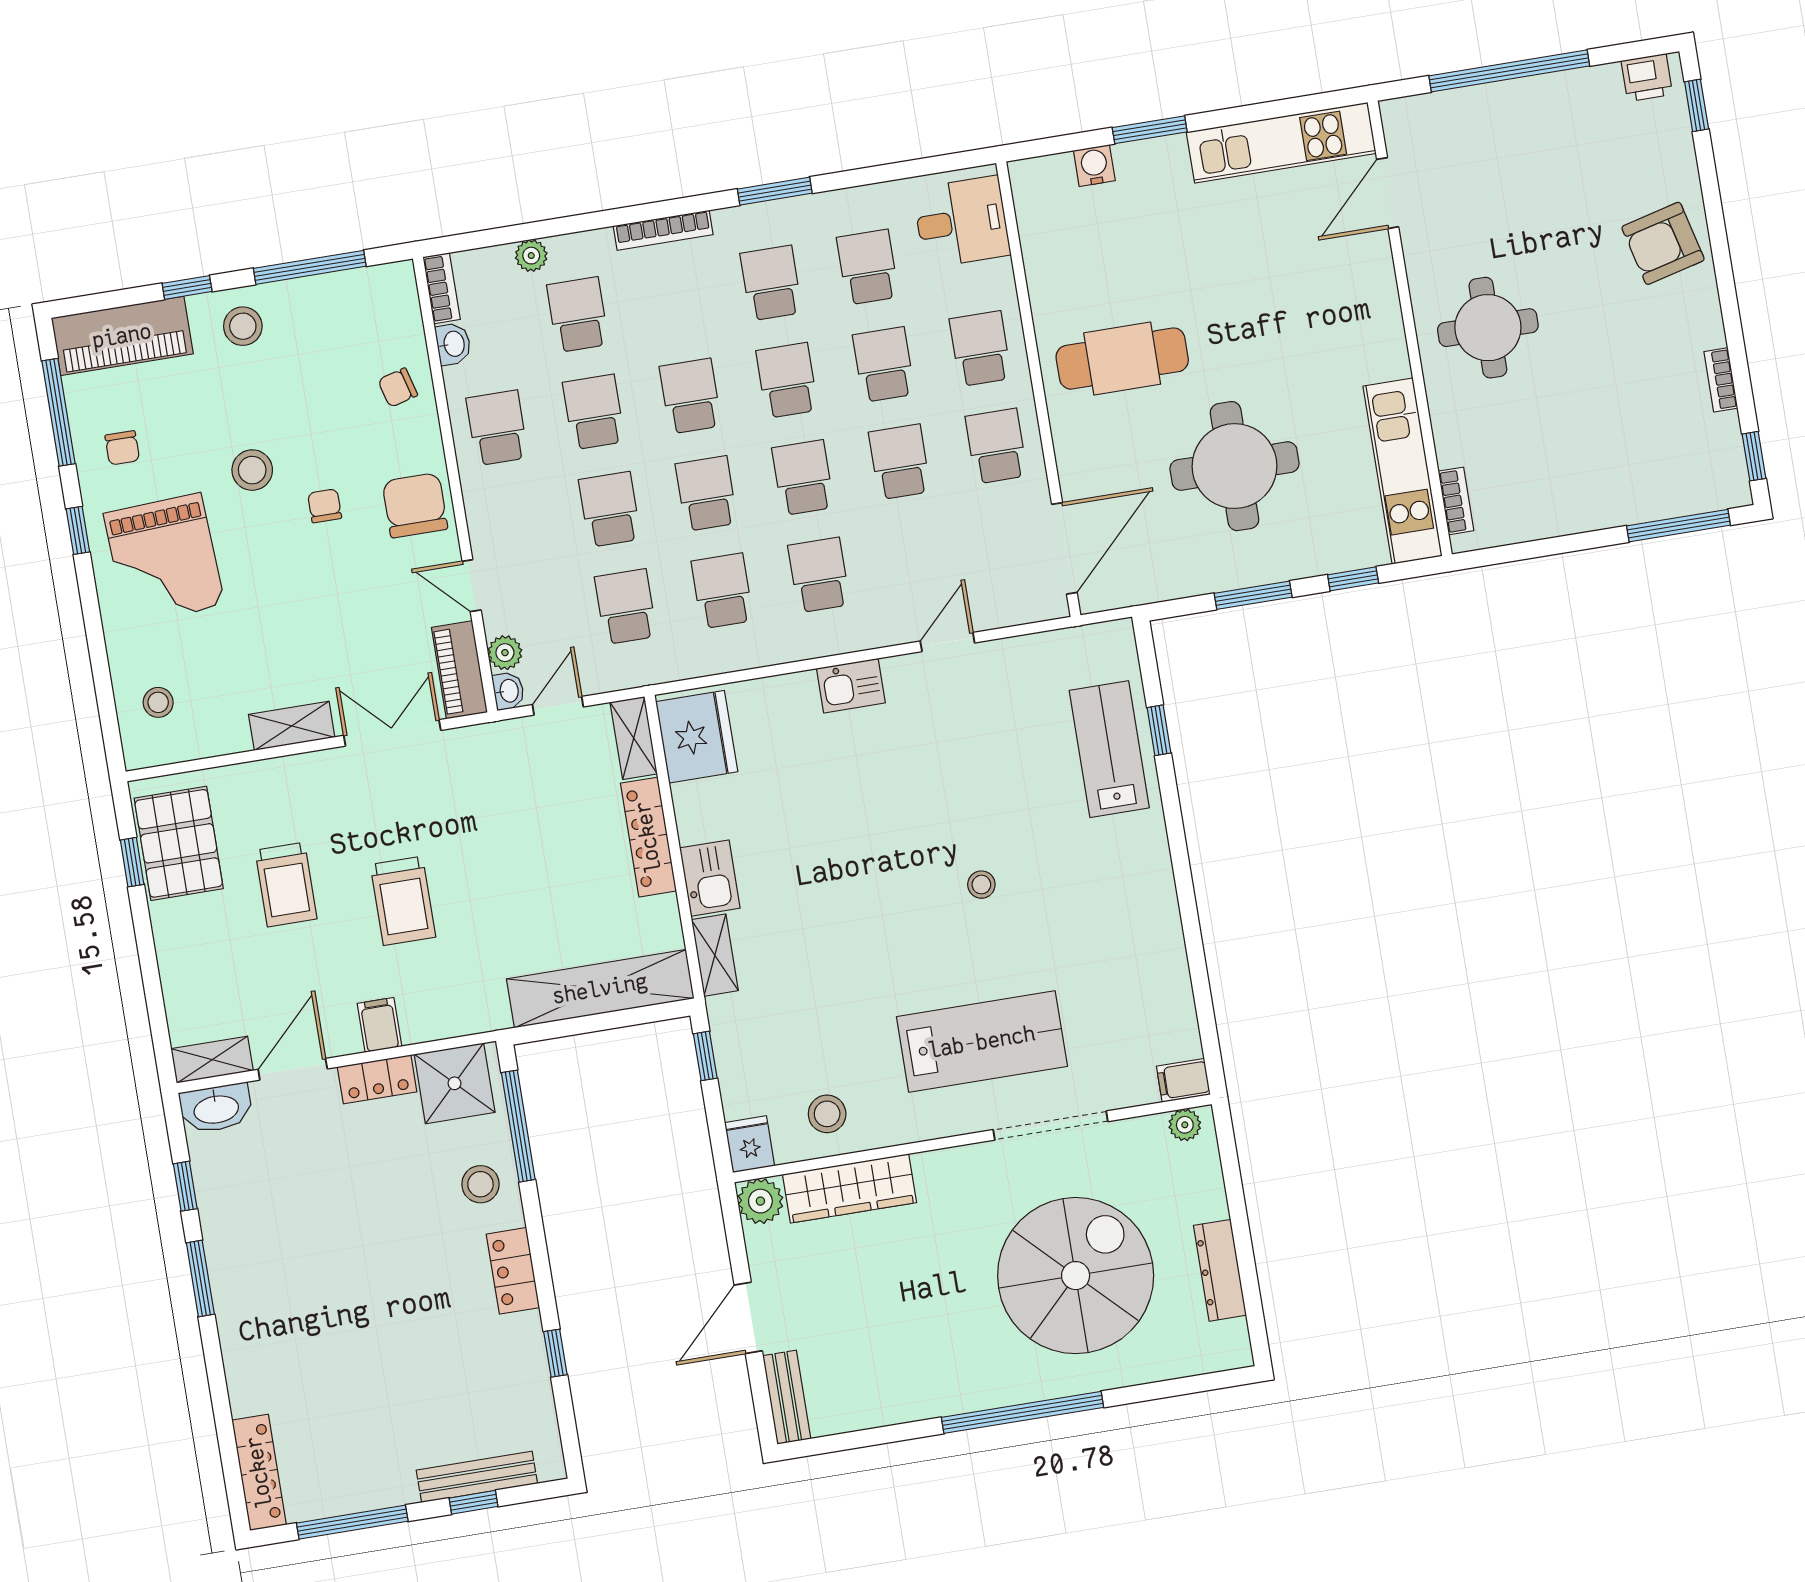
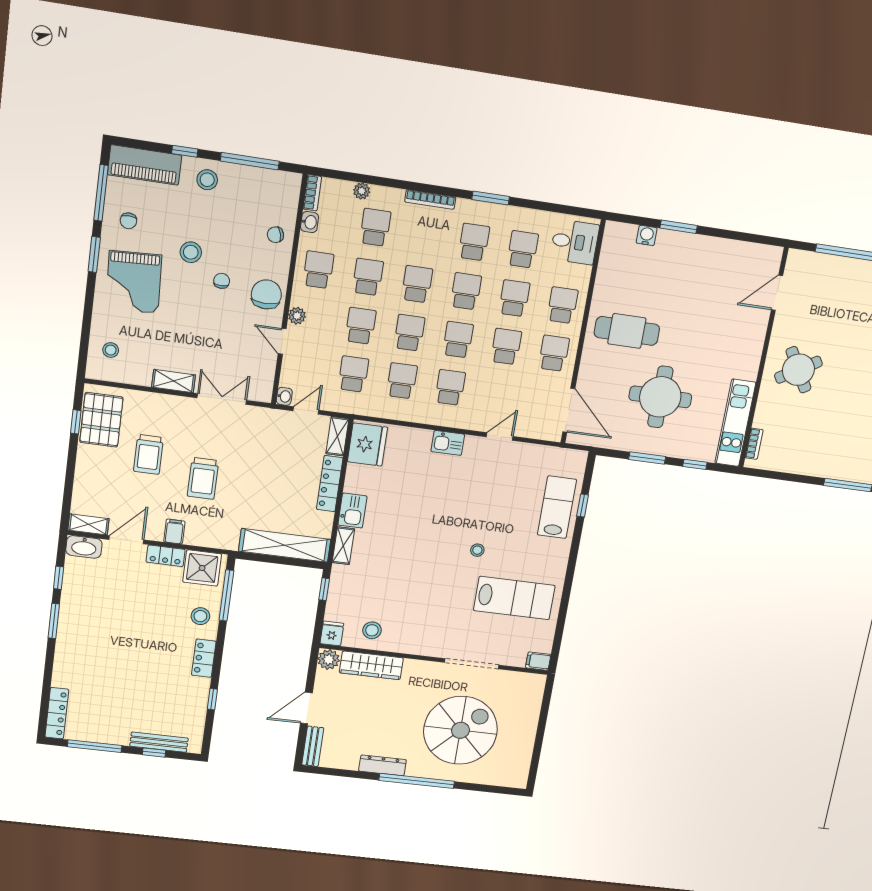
kitchen unit: (1281, 143) -> (737, 253), removed
round table: (1488, 328) -> (798, 370), turned -31
window: (78, 530) -> (94, 254), width x1.50
door: (1064, 548) -> (569, 410), hinge flipped
plant: (505, 653) -> (297, 316), moved
piano: (459, 670) -> (264, 379), removed
lab bench: (982, 1042) -> (514, 598), moved
plant: (1185, 1125) -> (532, 680), removed
dresser: (1220, 1270) -> (383, 765), moved, turned 90

